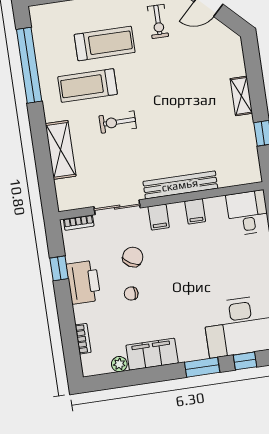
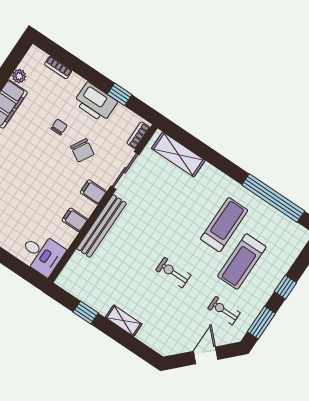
exercise bike: (118, 122) -> (173, 273), moved, turned -90
shelving: (61, 150) -> (178, 154), moved

